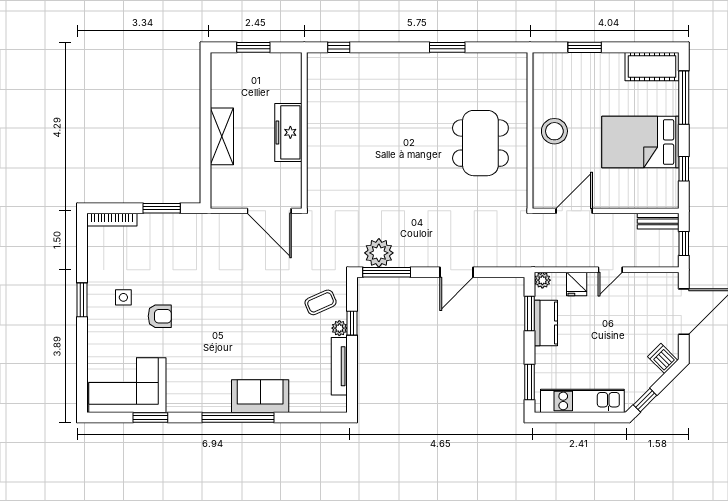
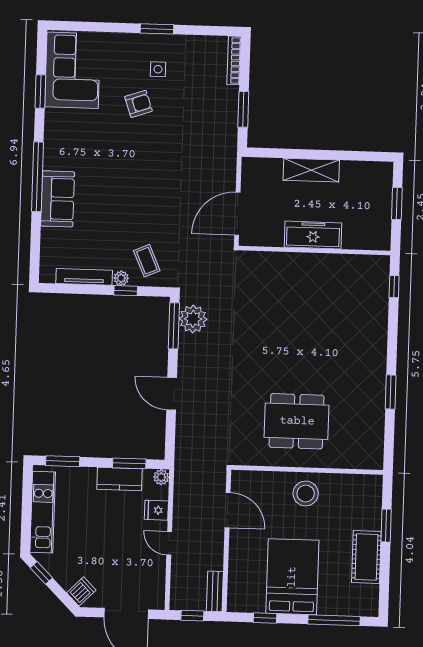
cot: (652, 67) -> (366, 557), moved
armchair: (160, 316) -> (139, 104), turned -109

